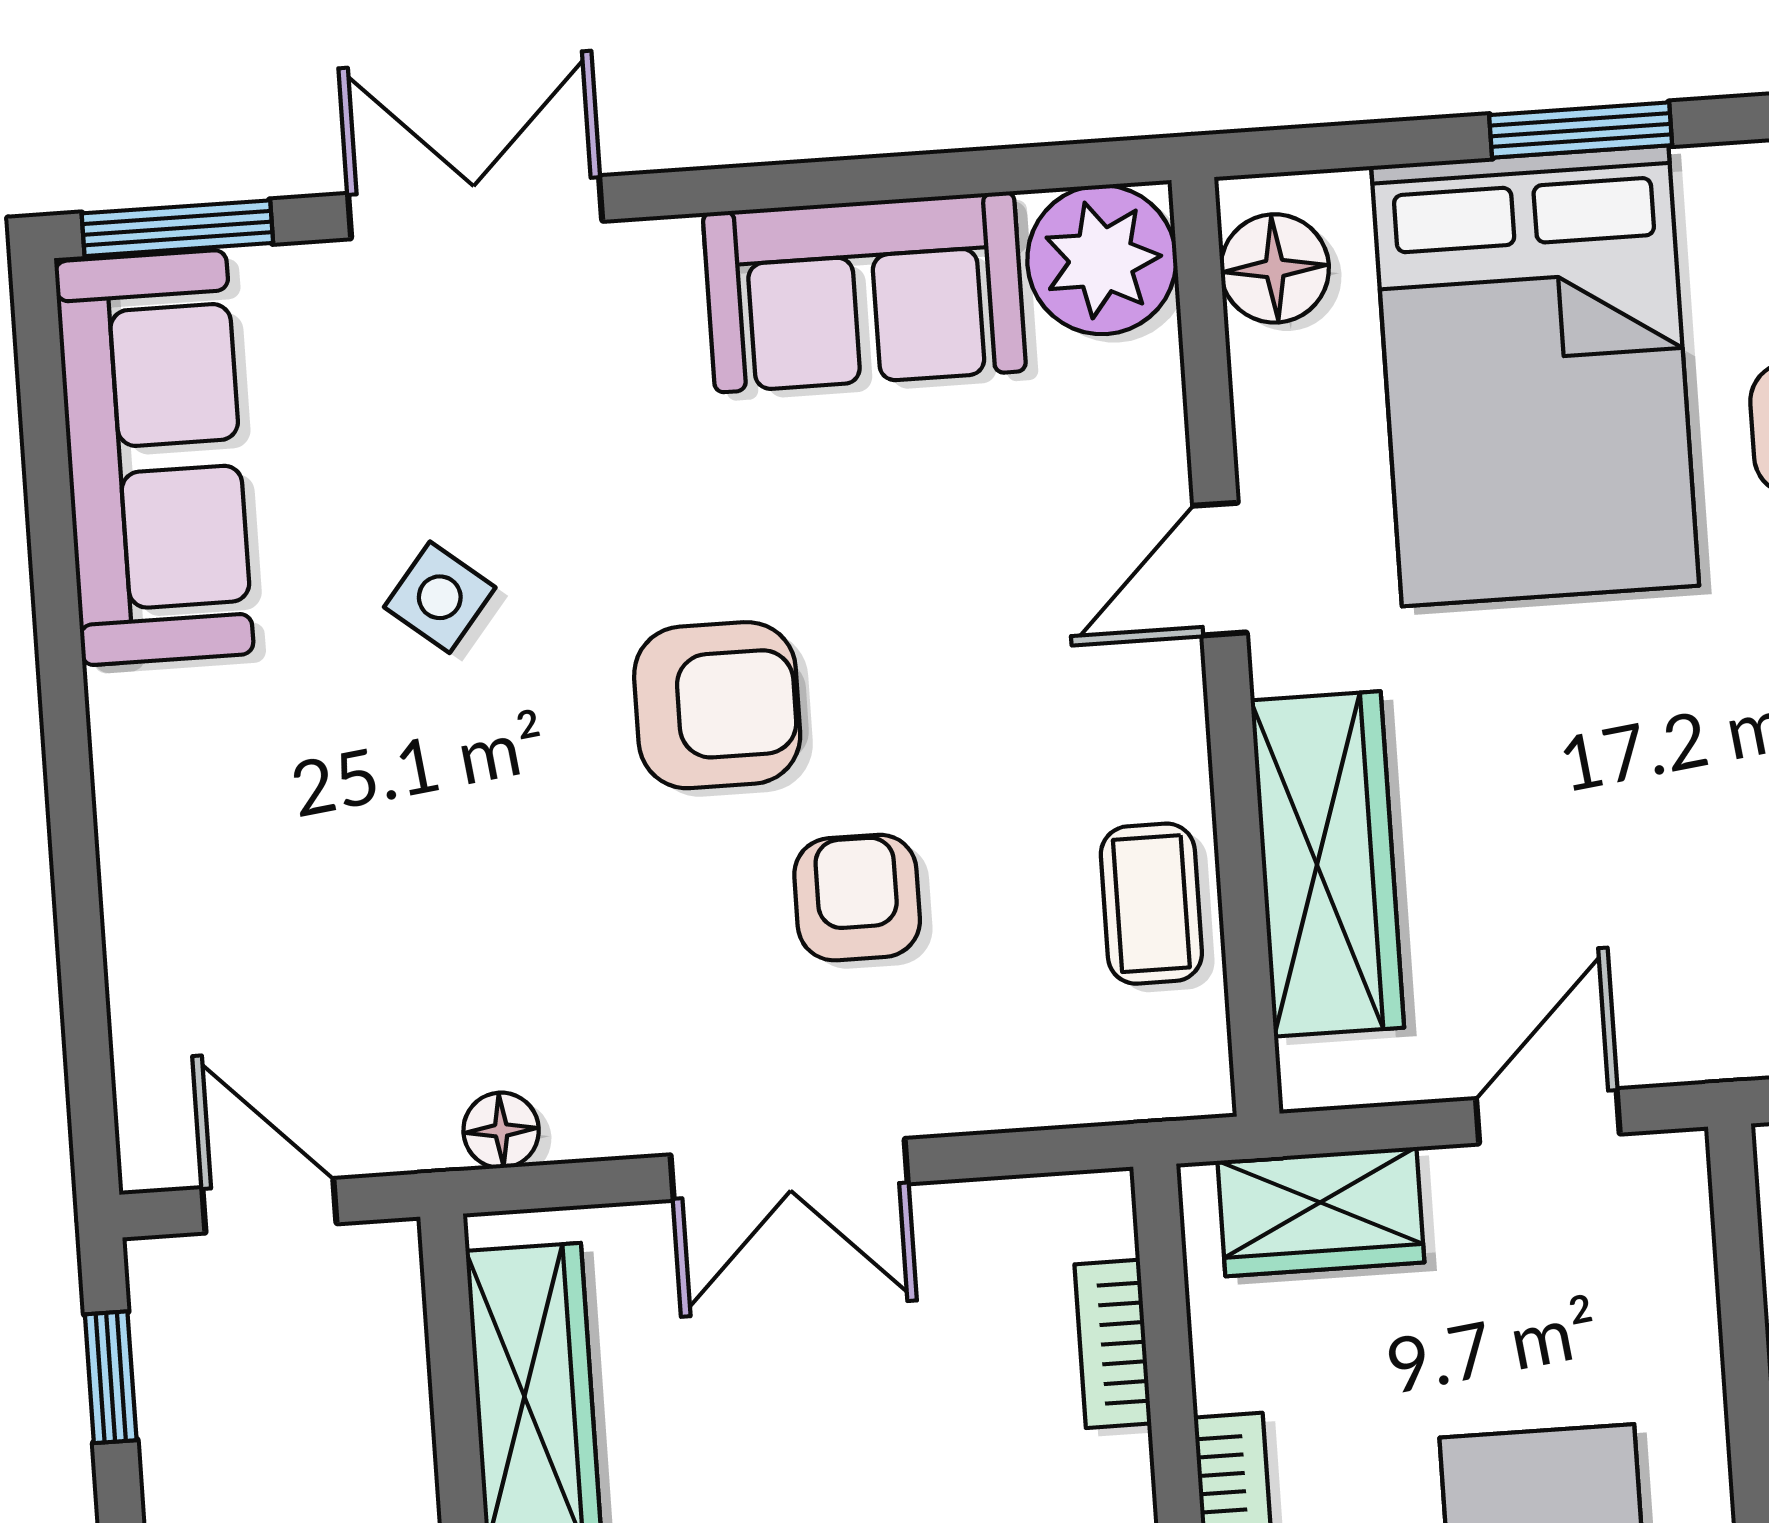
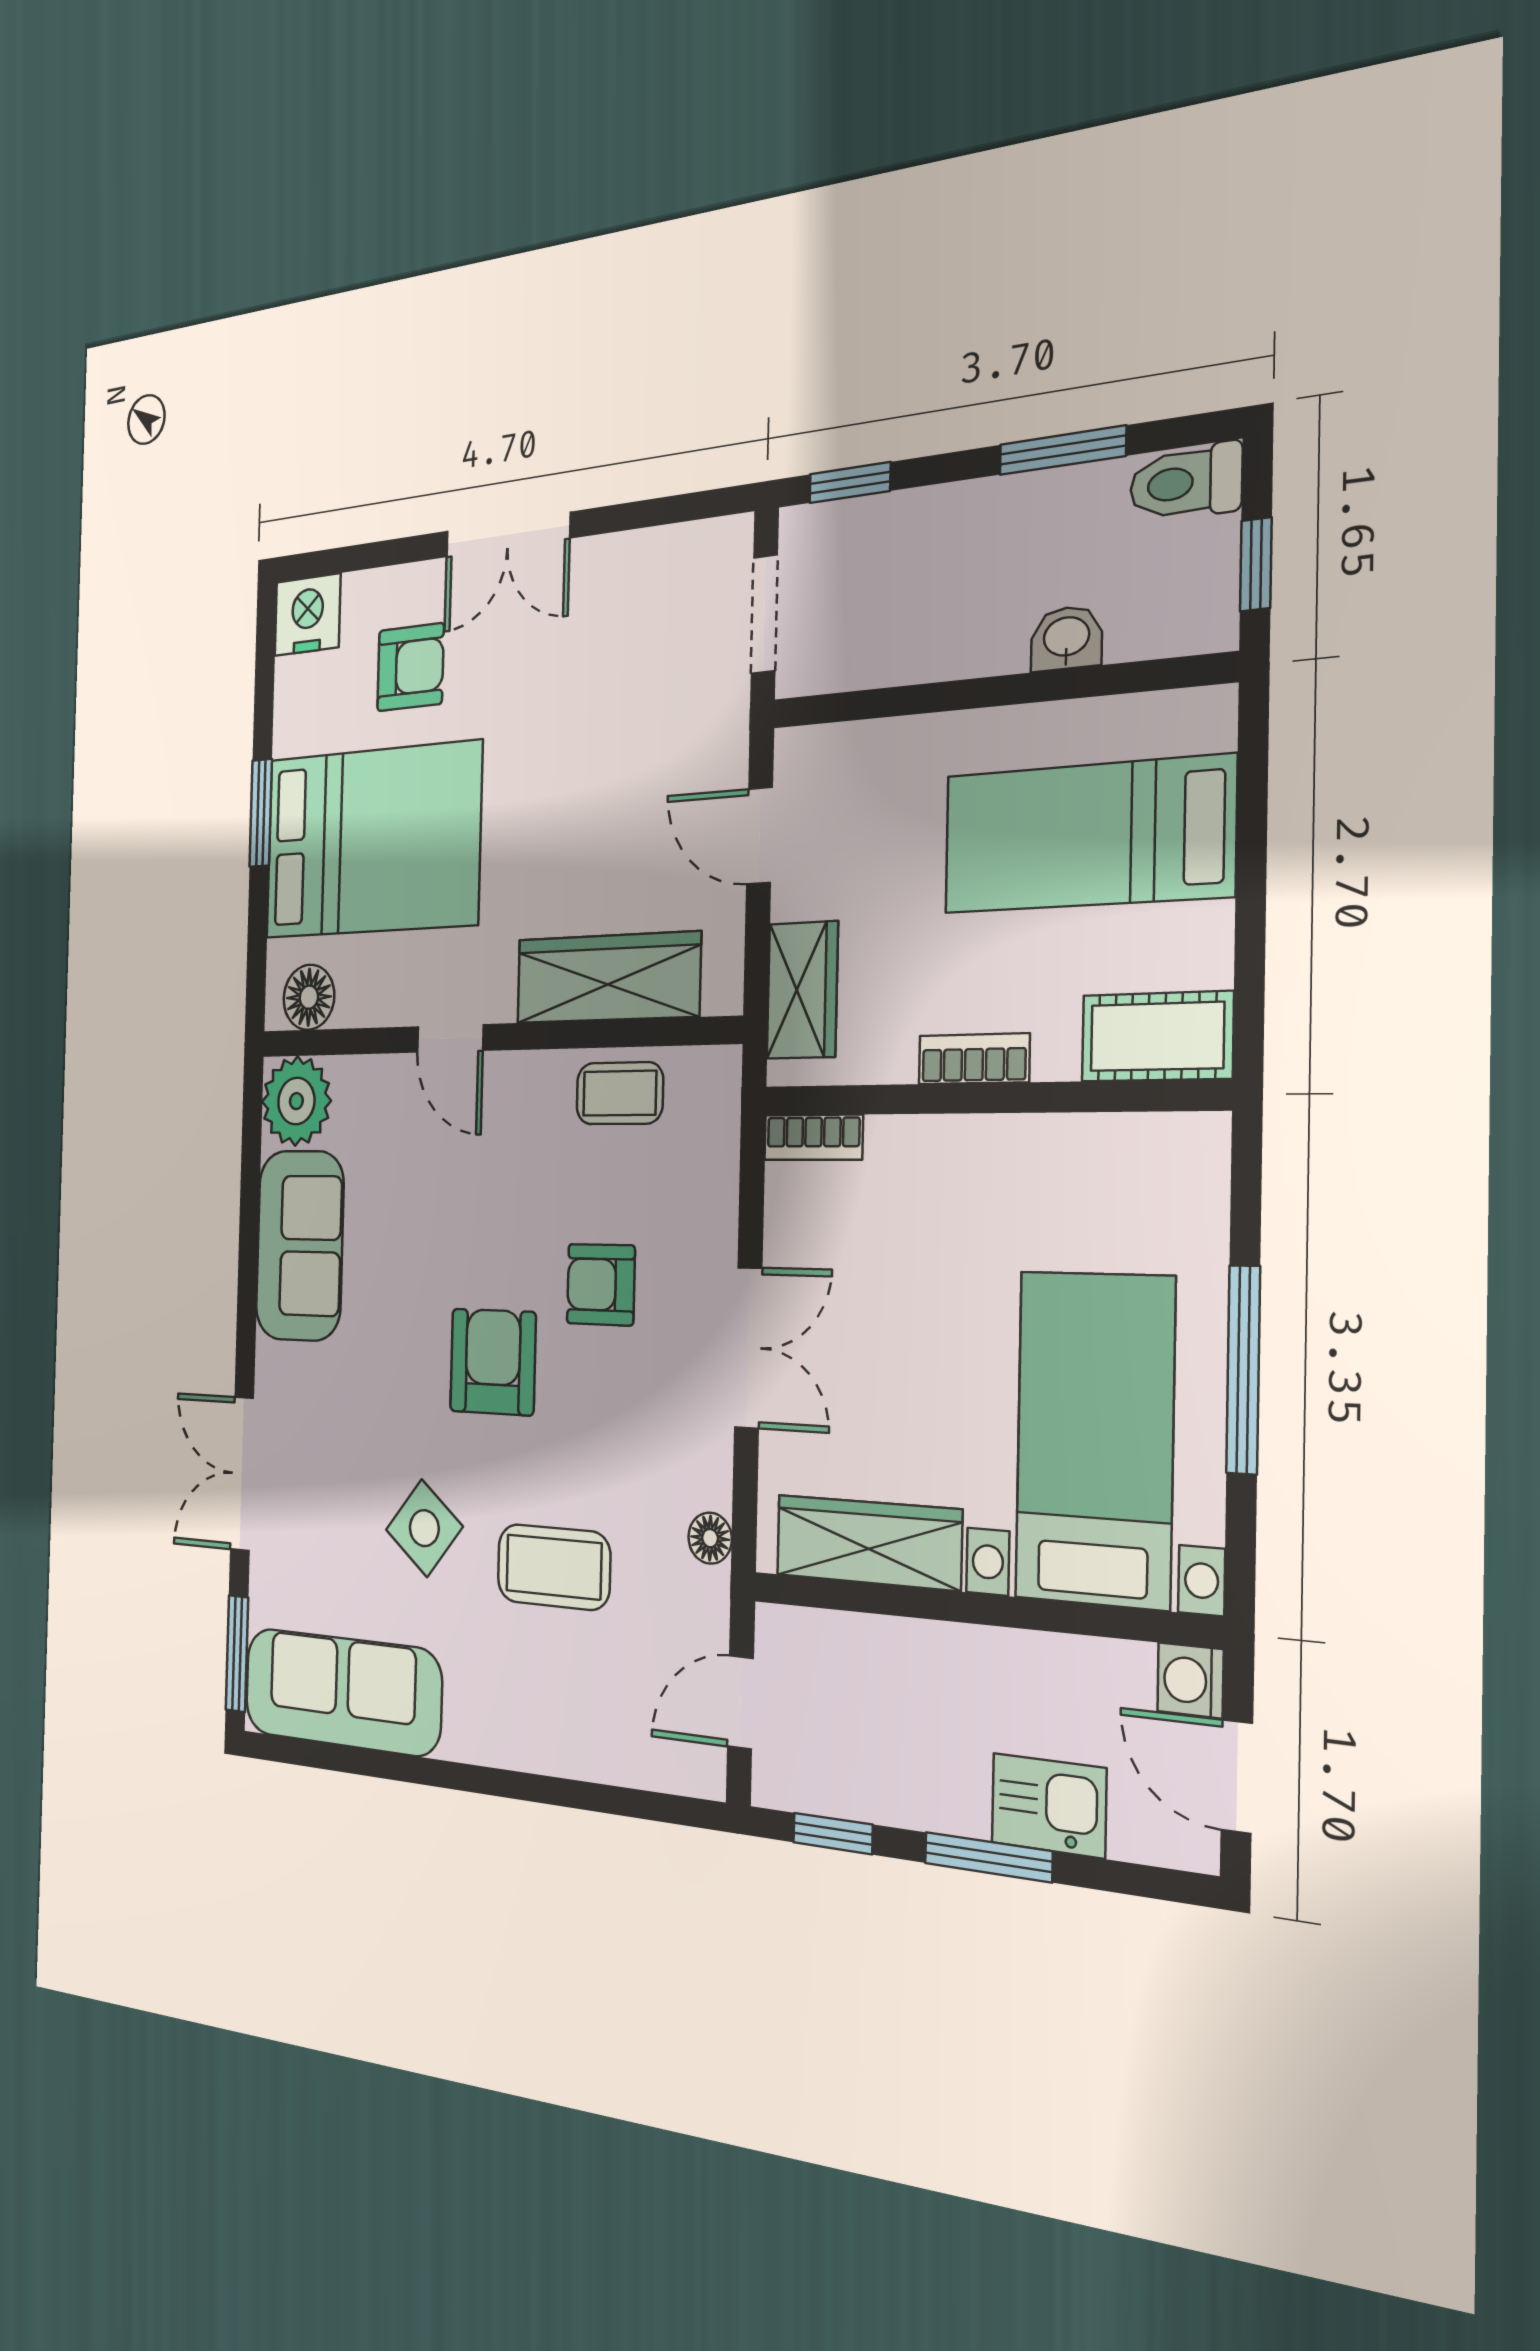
side table: (440, 597) -> (424, 1528), width x1.37, depth x1.37
coffee table: (416, 853) -> (554, 1567), added
bookcase: (1113, 1344) -> (813, 1137), moved

